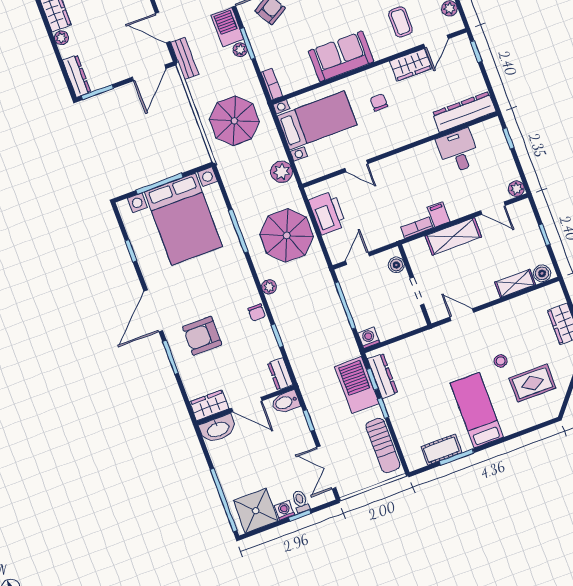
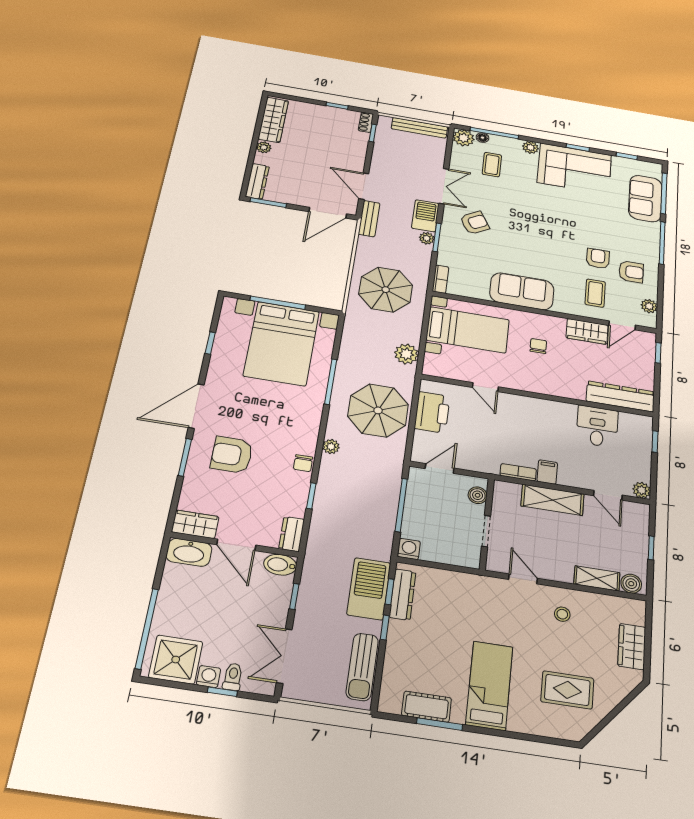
stool: (501, 361) -> (562, 614), moved

